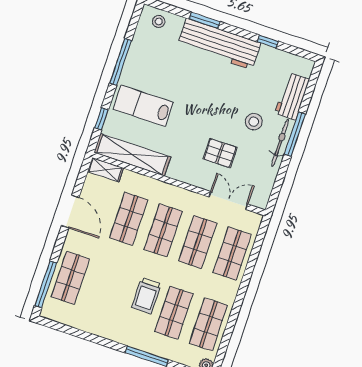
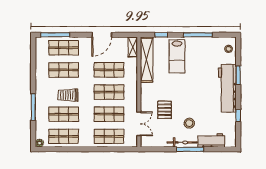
lab bench: (143, 106) -> (177, 56), turned 180
shop shelf: (105, 289) -> (64, 70), added

